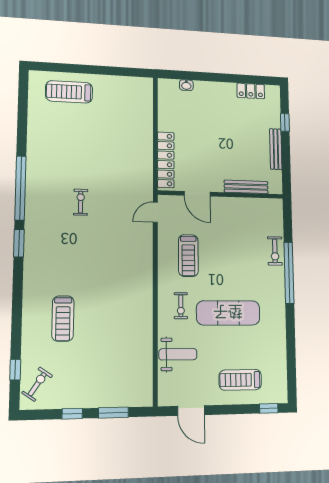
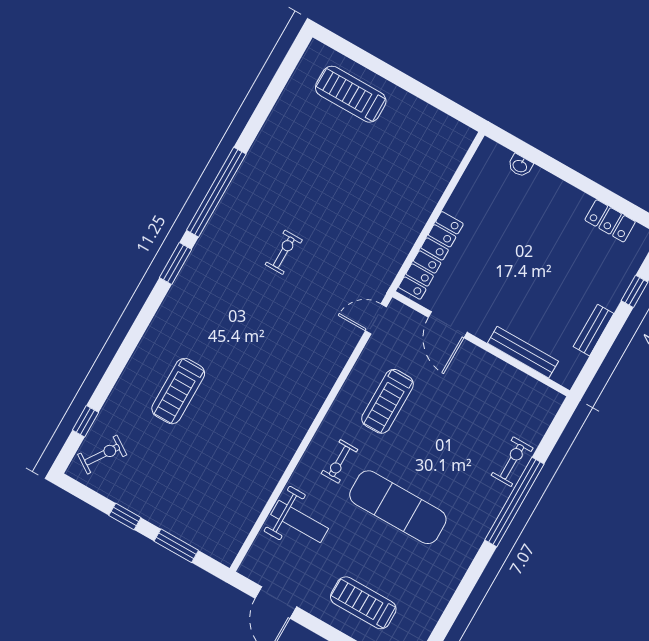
bench: (276, 149) -> (594, 330), width x0.73
exercise bike: (275, 251) -> (512, 462), turned 180

